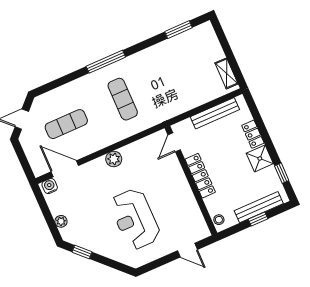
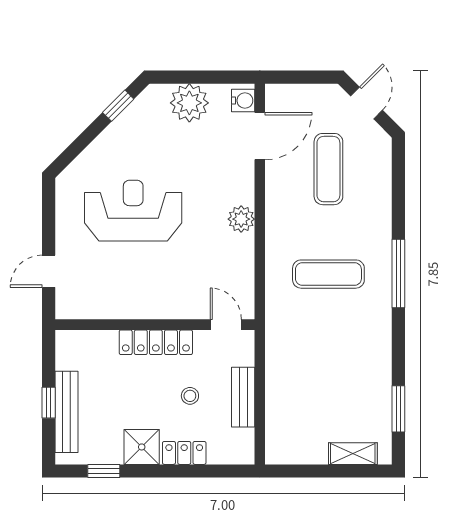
shelving: (227, 73) -> (353, 454), moved
bench: (215, 113) -> (243, 397), width x0.73
stool: (219, 220) -> (190, 396), moved
plant: (61, 221) -> (189, 103), width x1.87, depth x1.87

